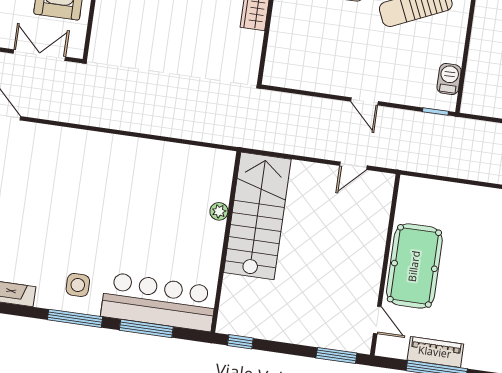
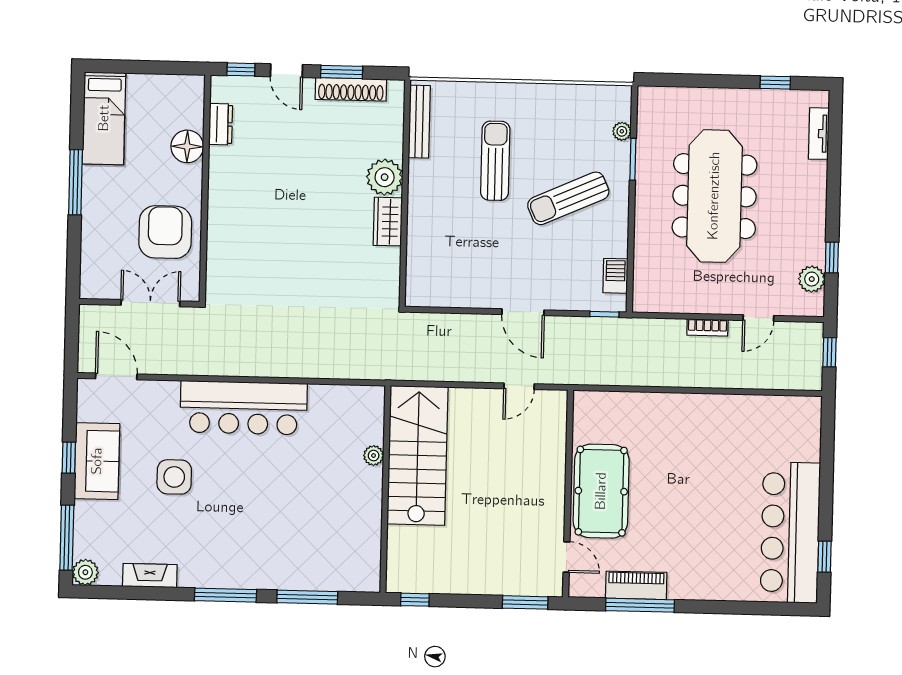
door: (364, 101) -> (523, 312), width x1.38
side table: (78, 285) -> (174, 477), moved, width x1.37, depth x1.37
bar counter: (159, 302) -> (244, 408), moved, turned 180

